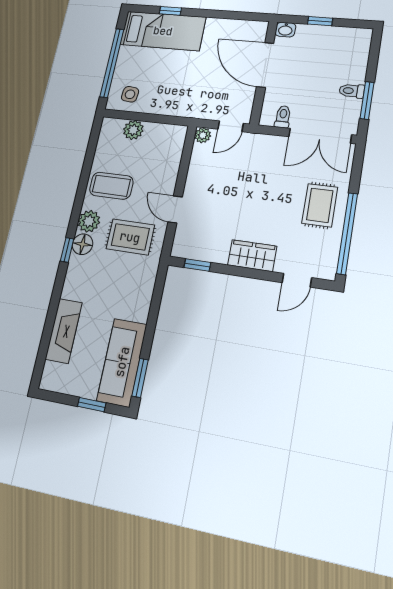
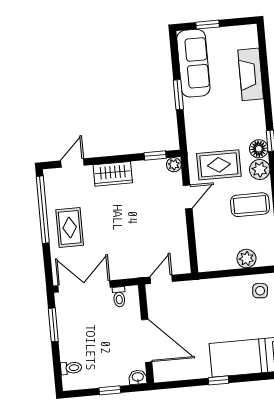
window: (170, 11) -> (218, 380), moved
toilet: (352, 91) -> (71, 368), moved
plant: (203, 135) -> (174, 165), moved
door: (175, 209) -> (188, 197), hinge flipped
window: (140, 378) -> (178, 95), moved

